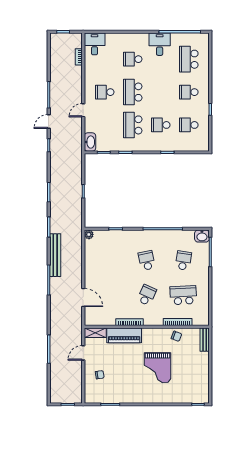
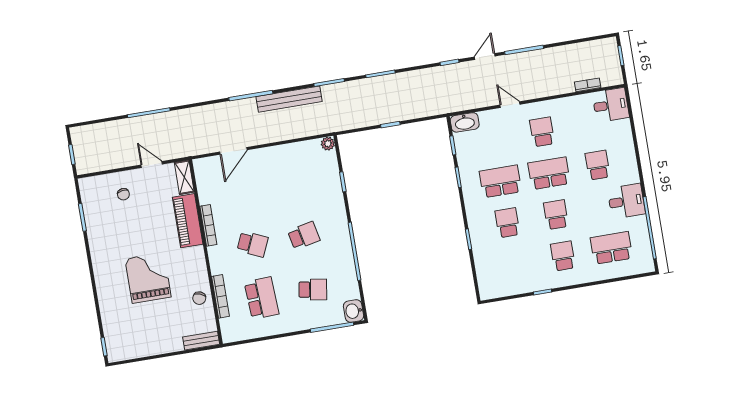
door: (49, 122) -> (485, 56), hinge flipped
school desk: (189, 125) -> (556, 215), moved
grand piano: (157, 368) -> (148, 278), turned 90

